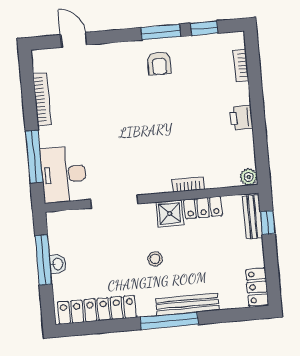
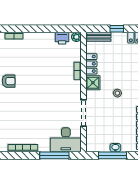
printer: (241, 118) -> (62, 38), moved
window: (267, 223) -> (117, 29), moved

